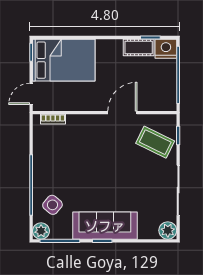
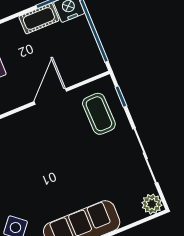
coffee table: (155, 142) -> (99, 114), turned 63

